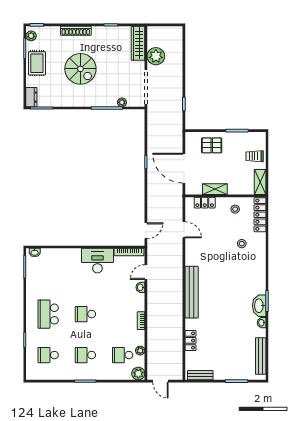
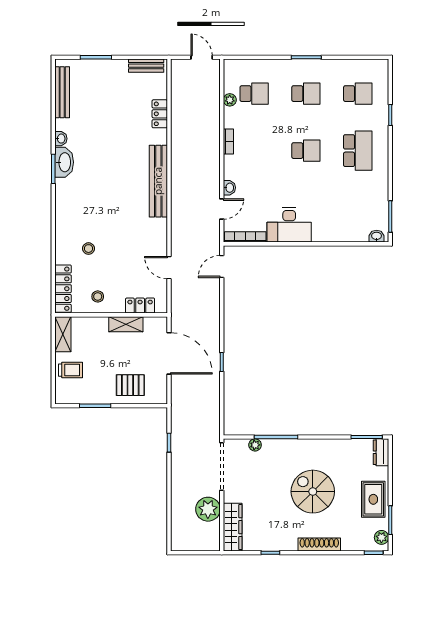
plant: (138, 374) -> (232, 68), removed

